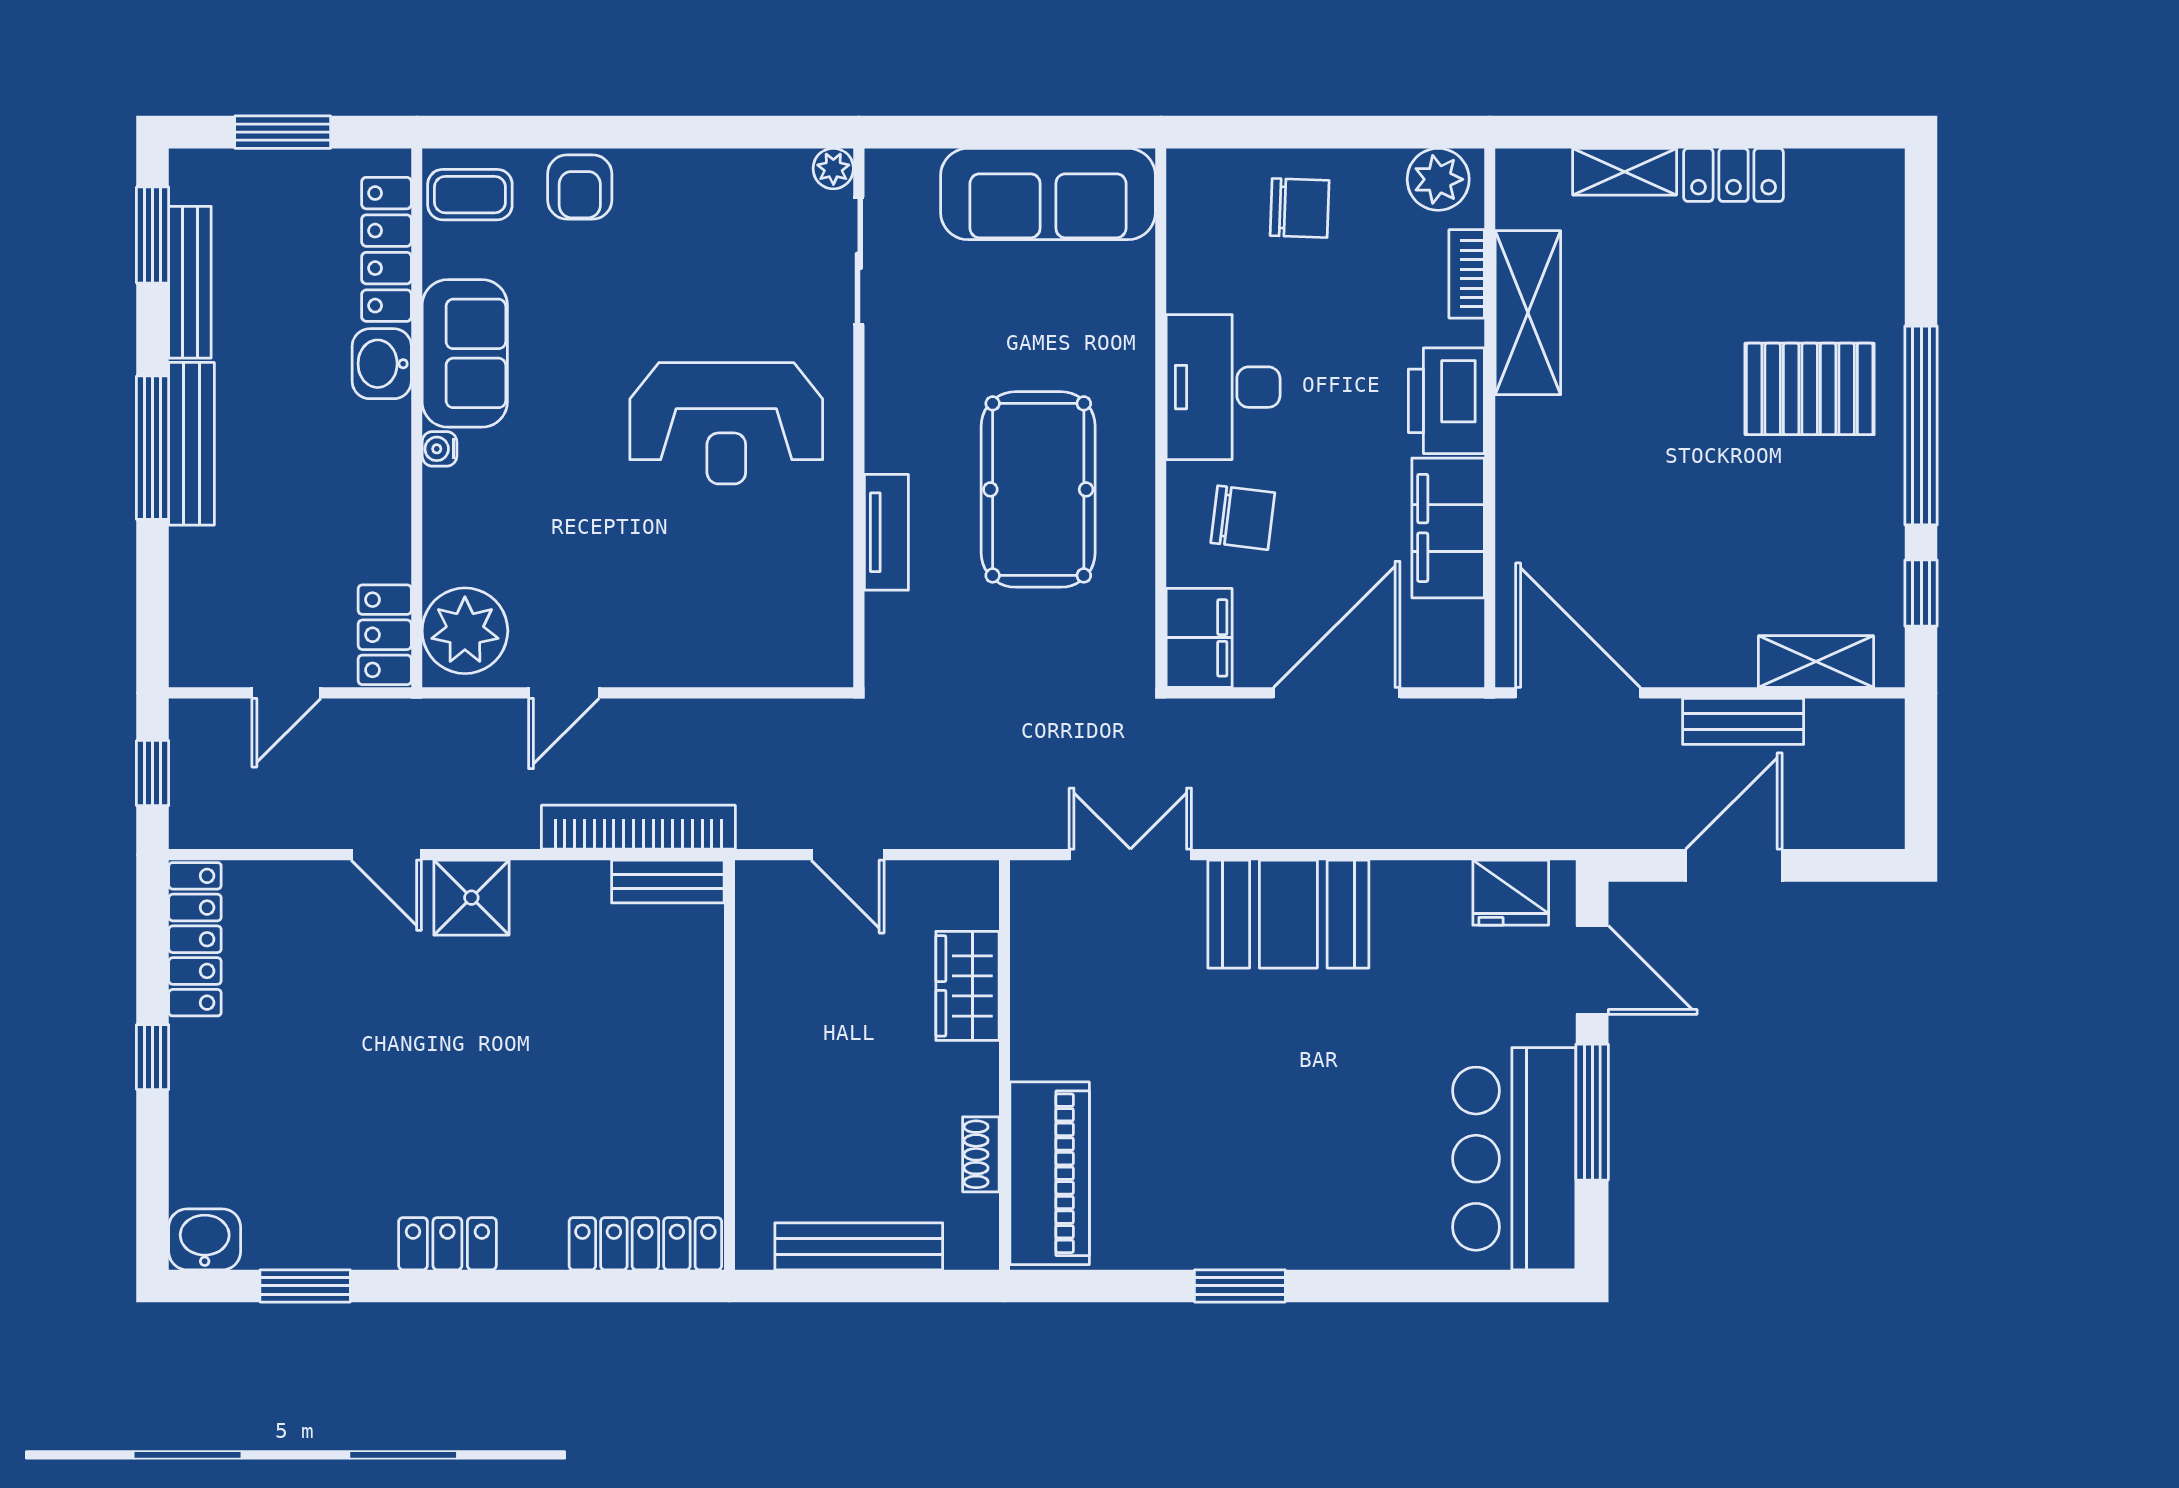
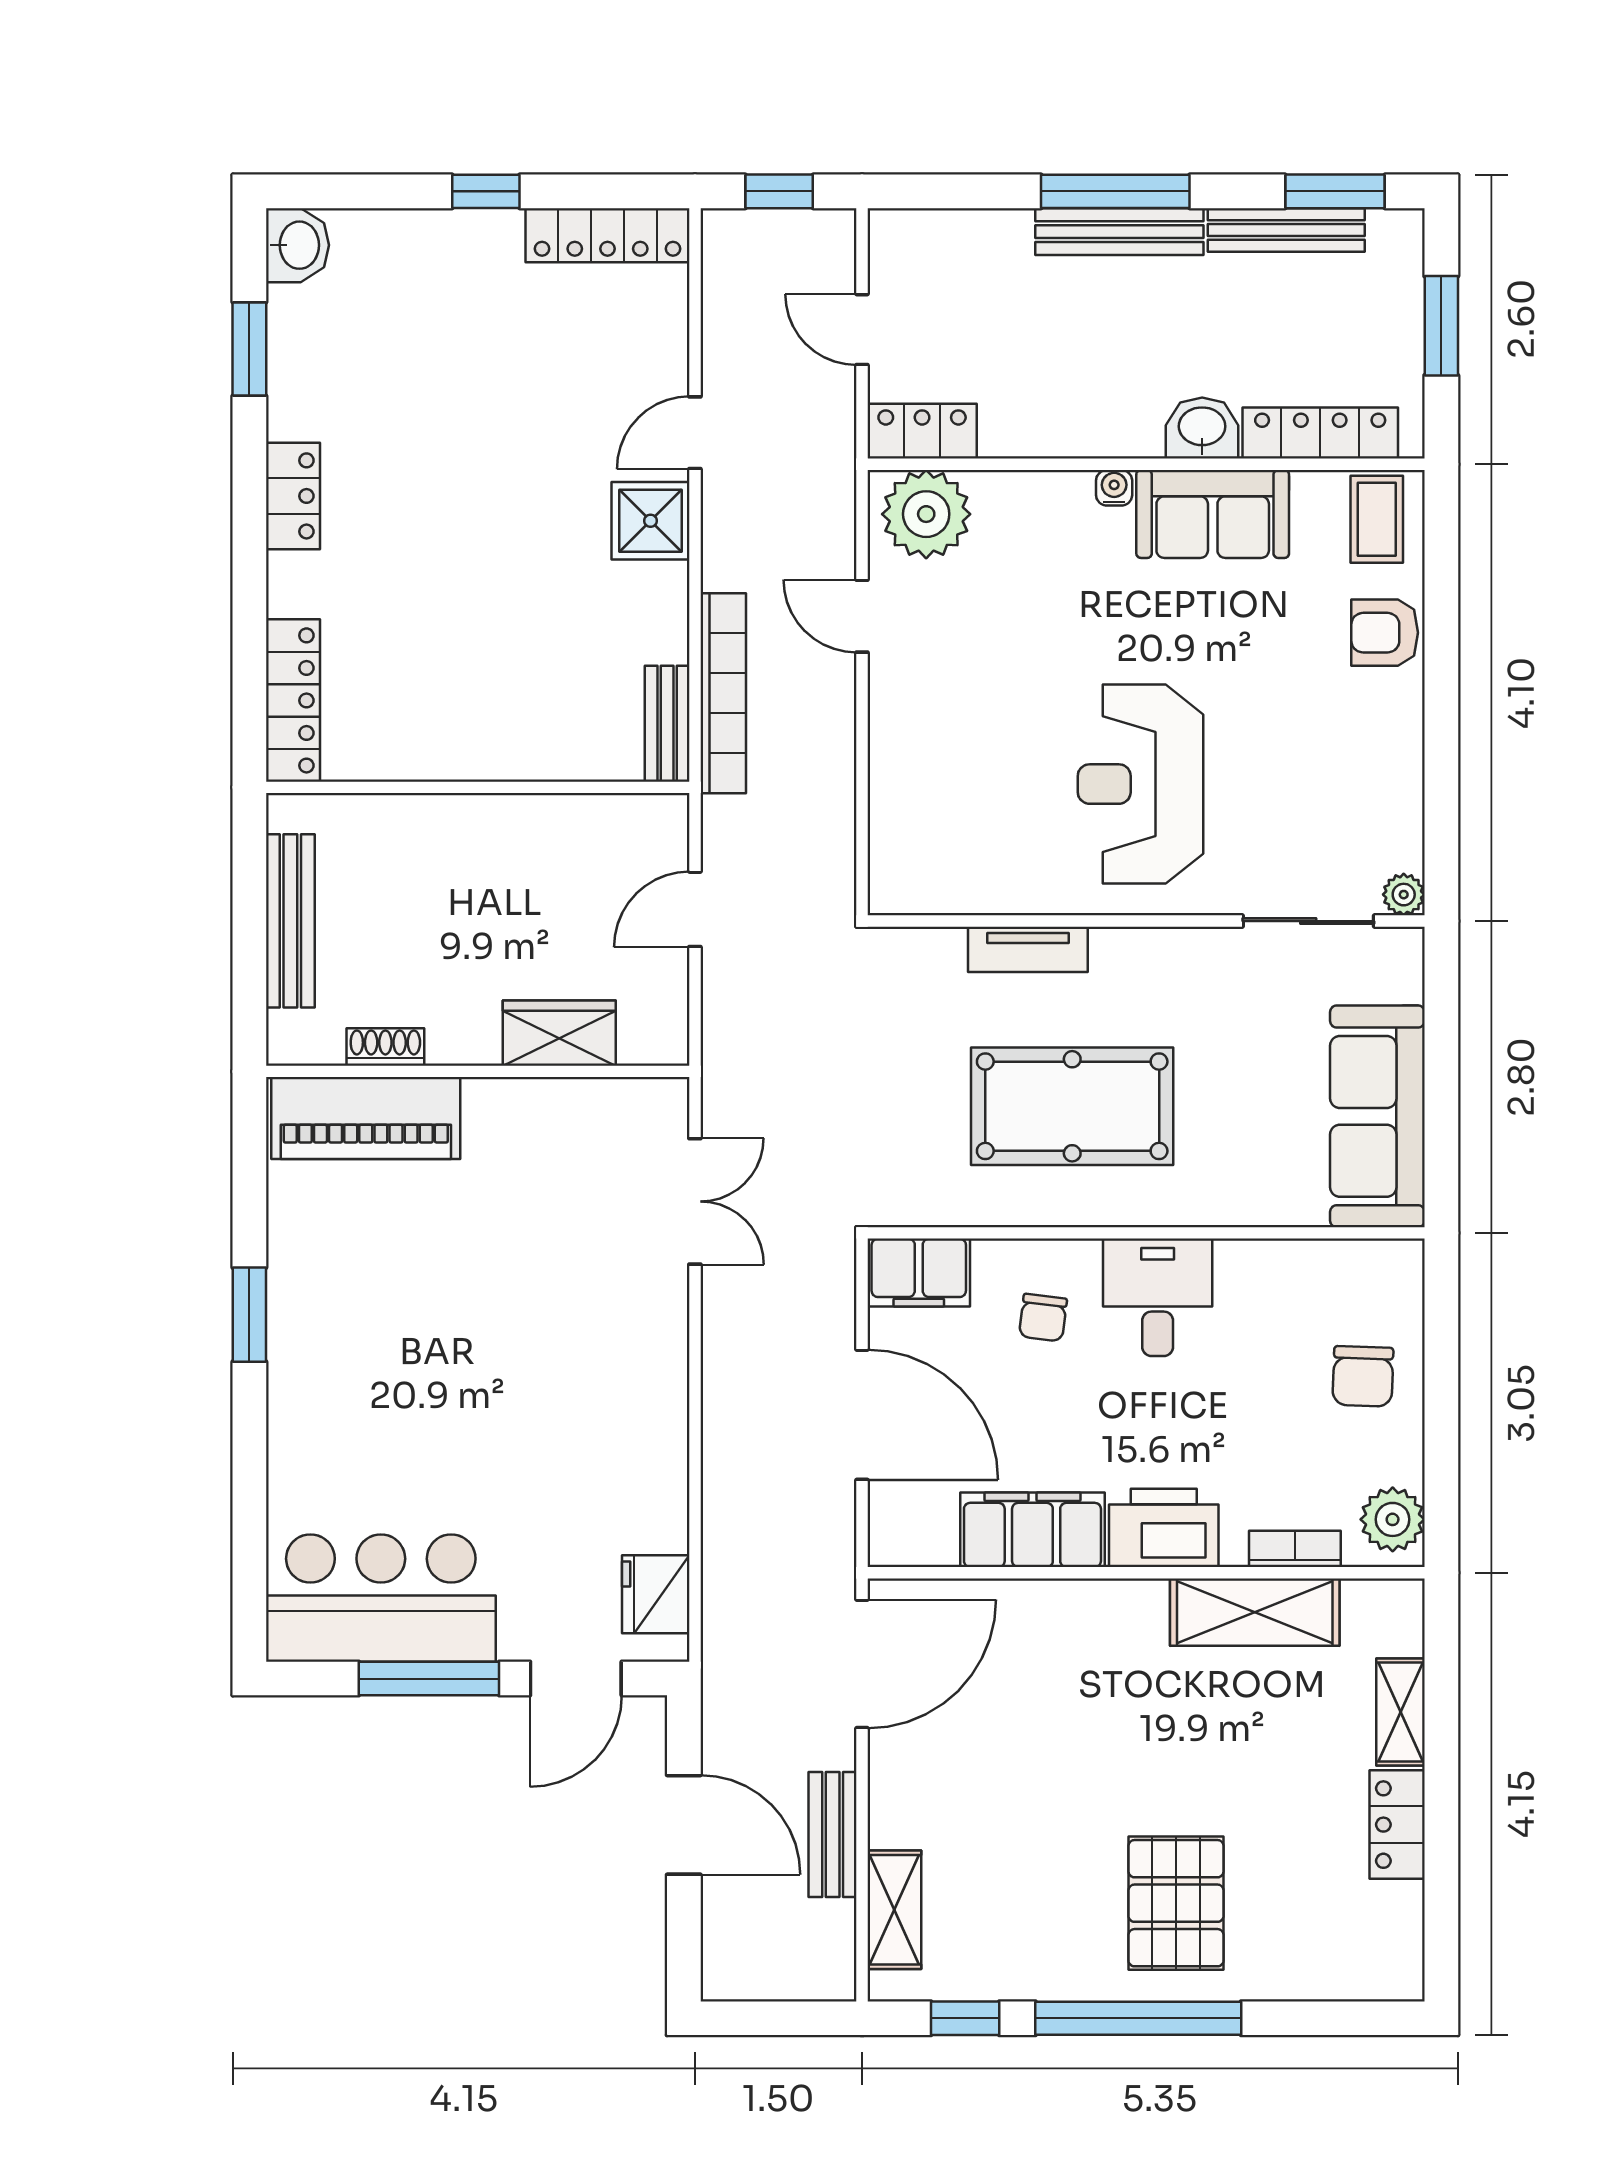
desk: (1223, 387) -> (1158, 1297), width x0.73
chair: (1243, 518) -> (1043, 1318), width x0.73, depth x0.73
booth: (1288, 914) -> (634, 1365), removed

